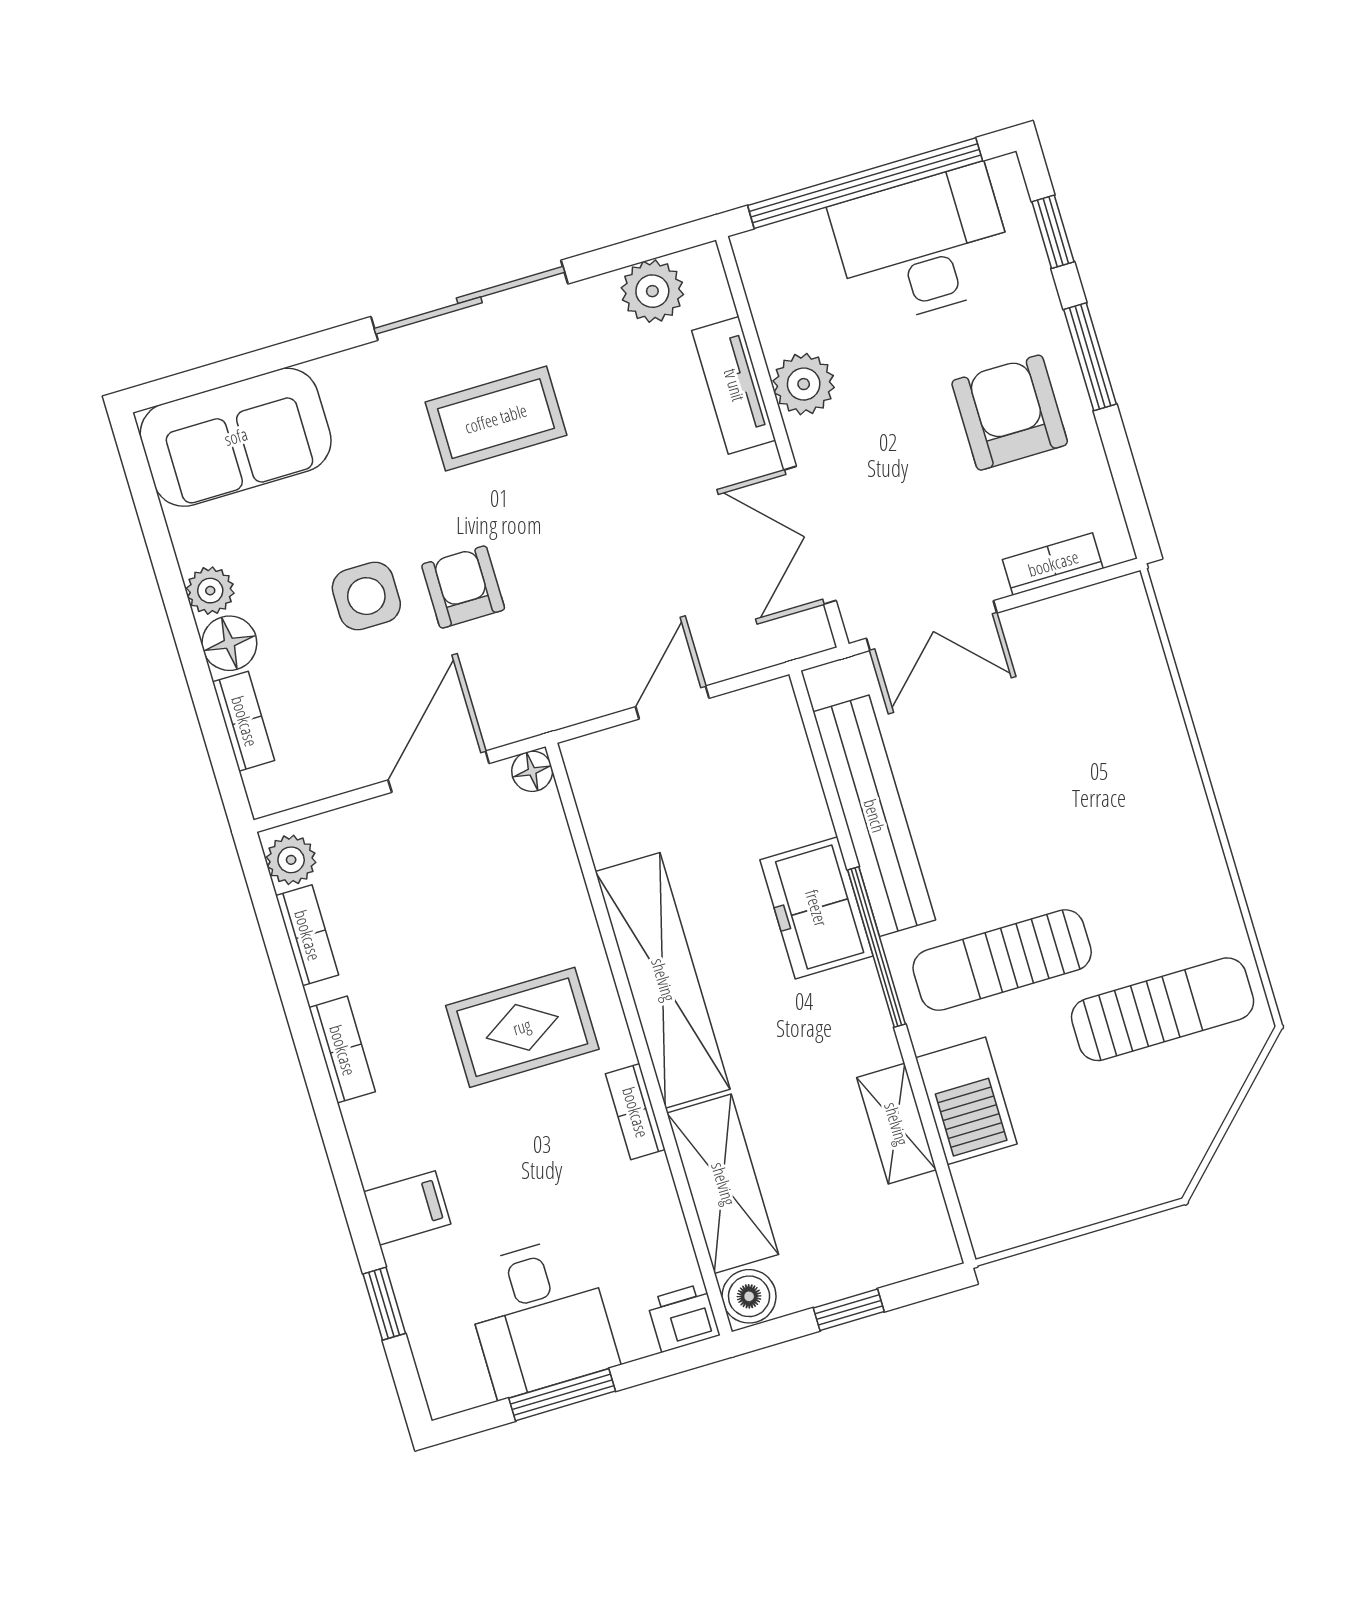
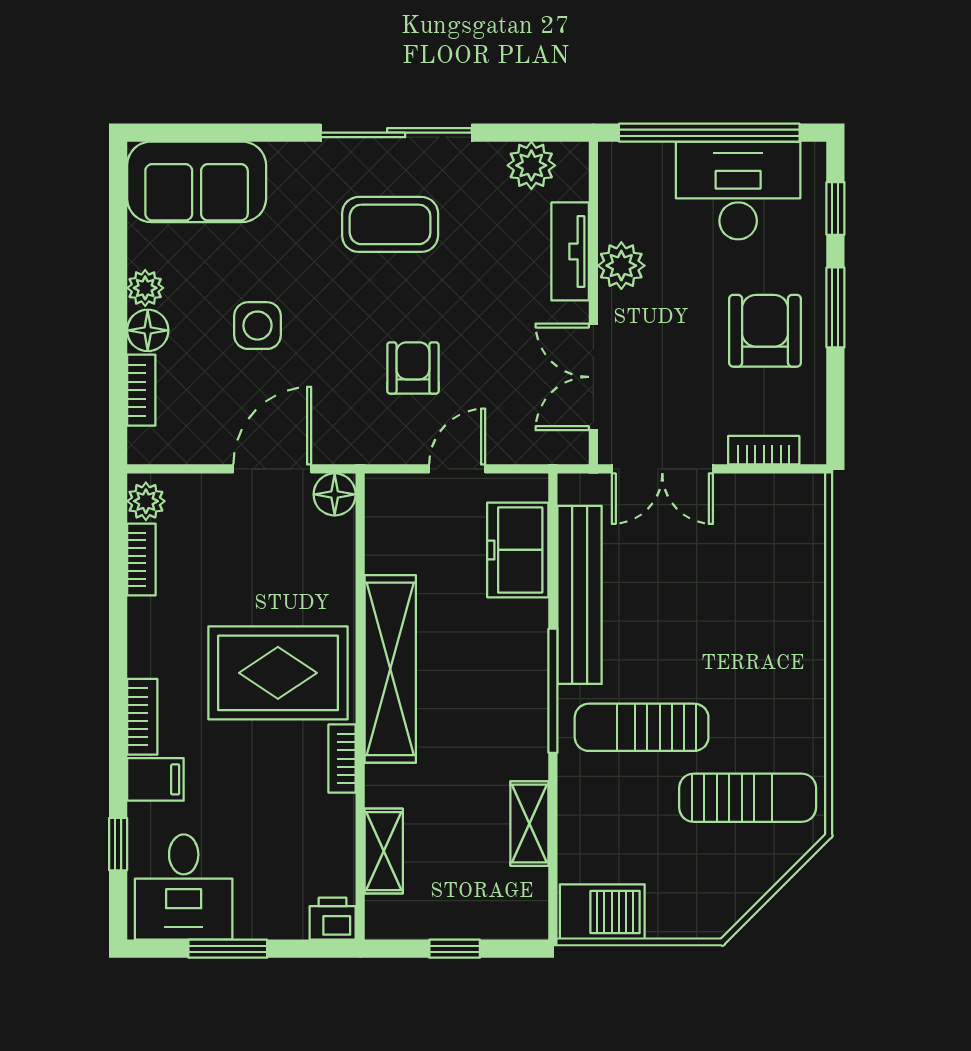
armchair: (463, 587) -> (413, 368), moved
floor lamp: (532, 771) -> (335, 494), width x1.37, depth x1.37
freezer: (816, 908) -> (518, 550), moved
rug: (522, 1027) -> (278, 673), width x1.36, depth x1.43
bookcase: (342, 1050) -> (142, 717), moved
barbecue: (966, 1101) -> (602, 912), moved, turned -90
shelving: (723, 1184) -> (384, 851), width x0.67, depth x0.75
boiler: (749, 1296) -> (385, 917), removed
desk: (540, 1317) -> (184, 887), moved

